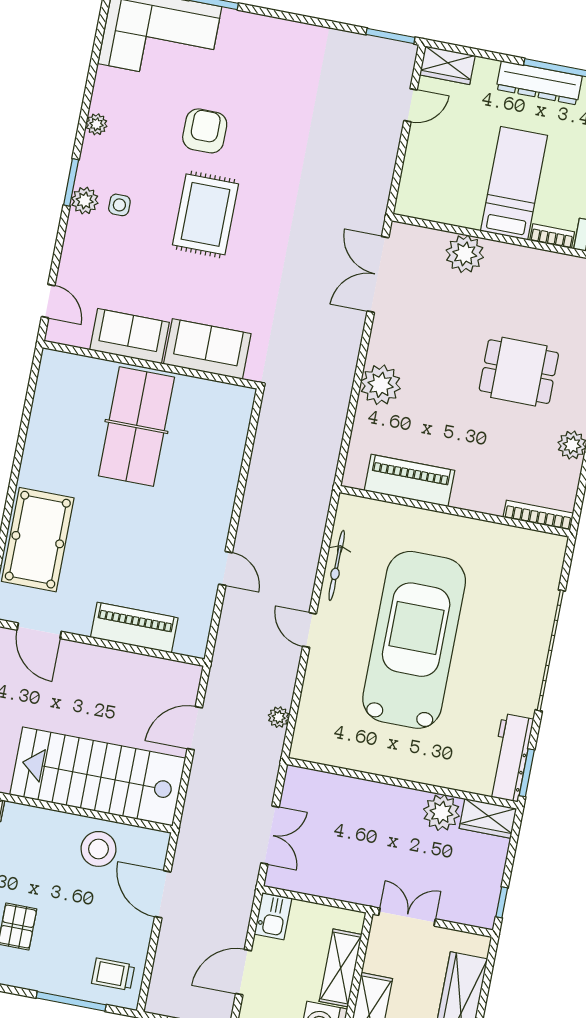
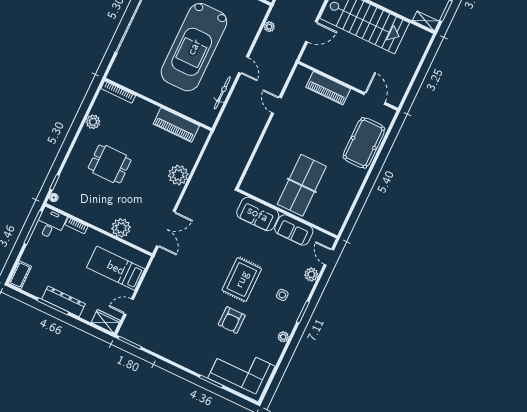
bed: (514, 183) -> (116, 268), moved, turned 90
plant: (85, 201) -> (311, 274), moved

